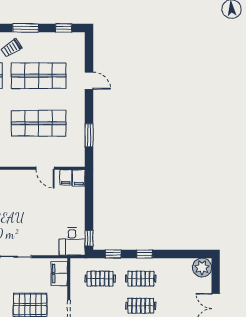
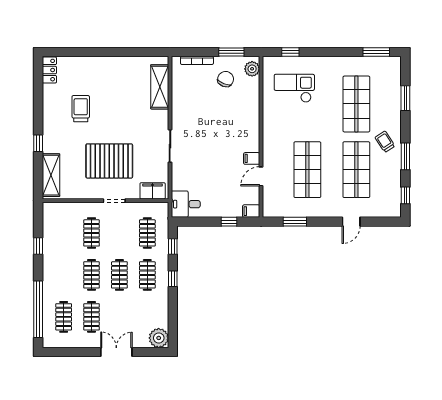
filing cabinet: (66, 177) -> (252, 158), moved
window: (89, 238) -> (229, 222), moved

